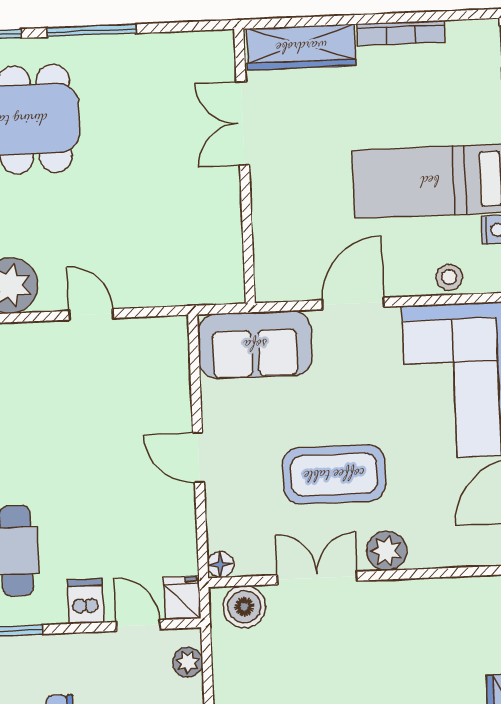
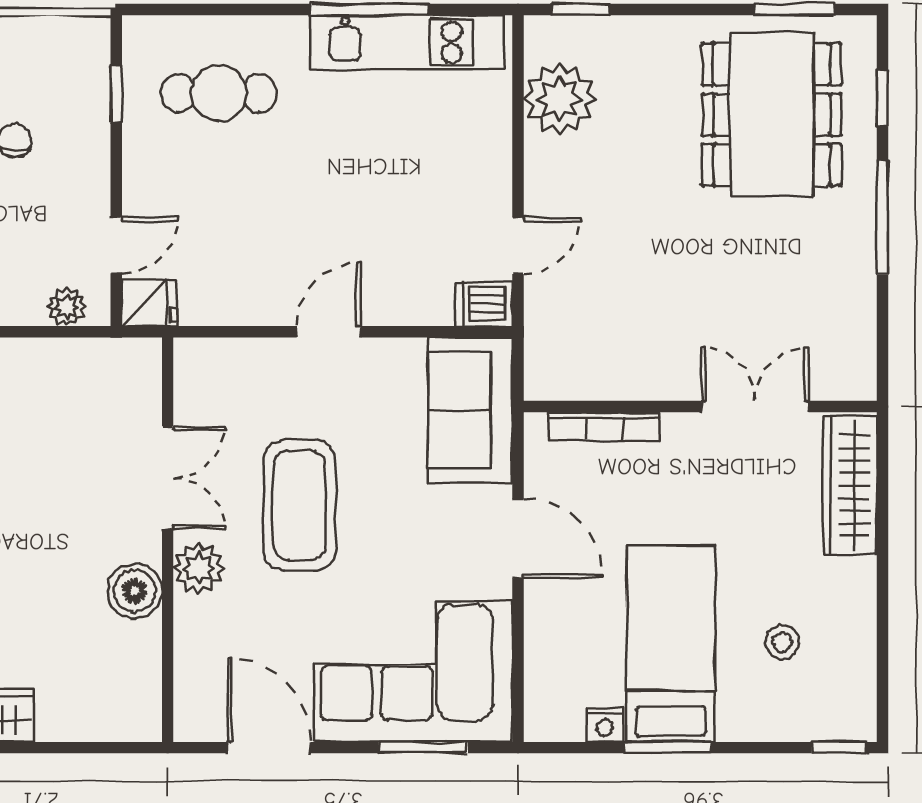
bookcase: (401, 33) -> (604, 426), moved, turned -90
stool: (449, 277) -> (782, 642), moved
door: (91, 314) -> (518, 246), moved
floor lamp: (221, 564) -> (190, 354), removed
dishwasher: (86, 601) -> (484, 304), moved, turned 180
boiler: (244, 607) -> (135, 591), moved

